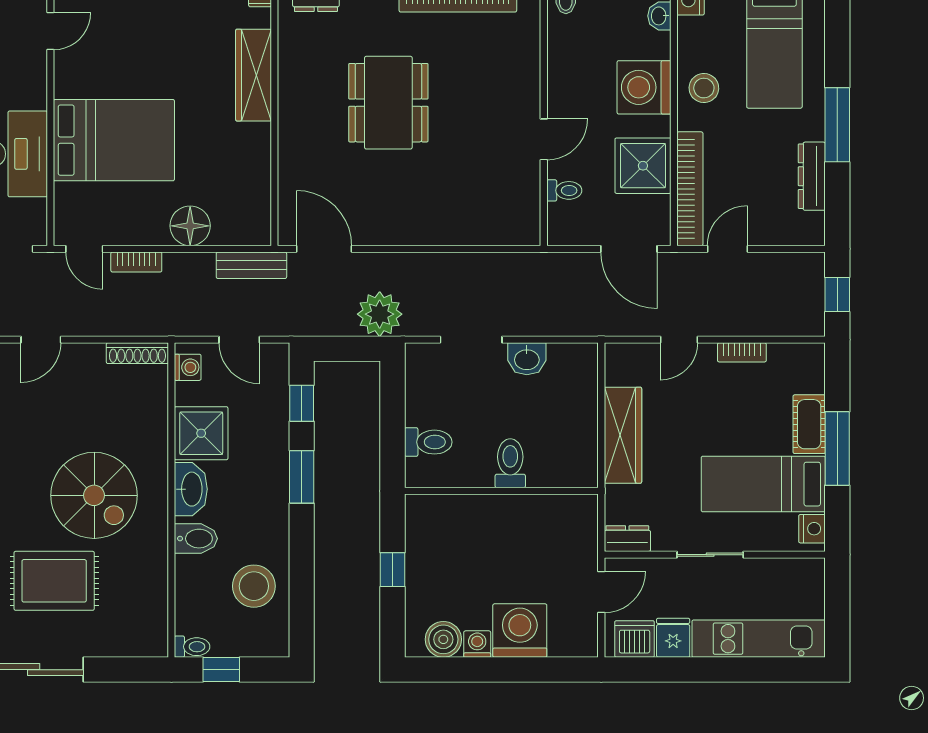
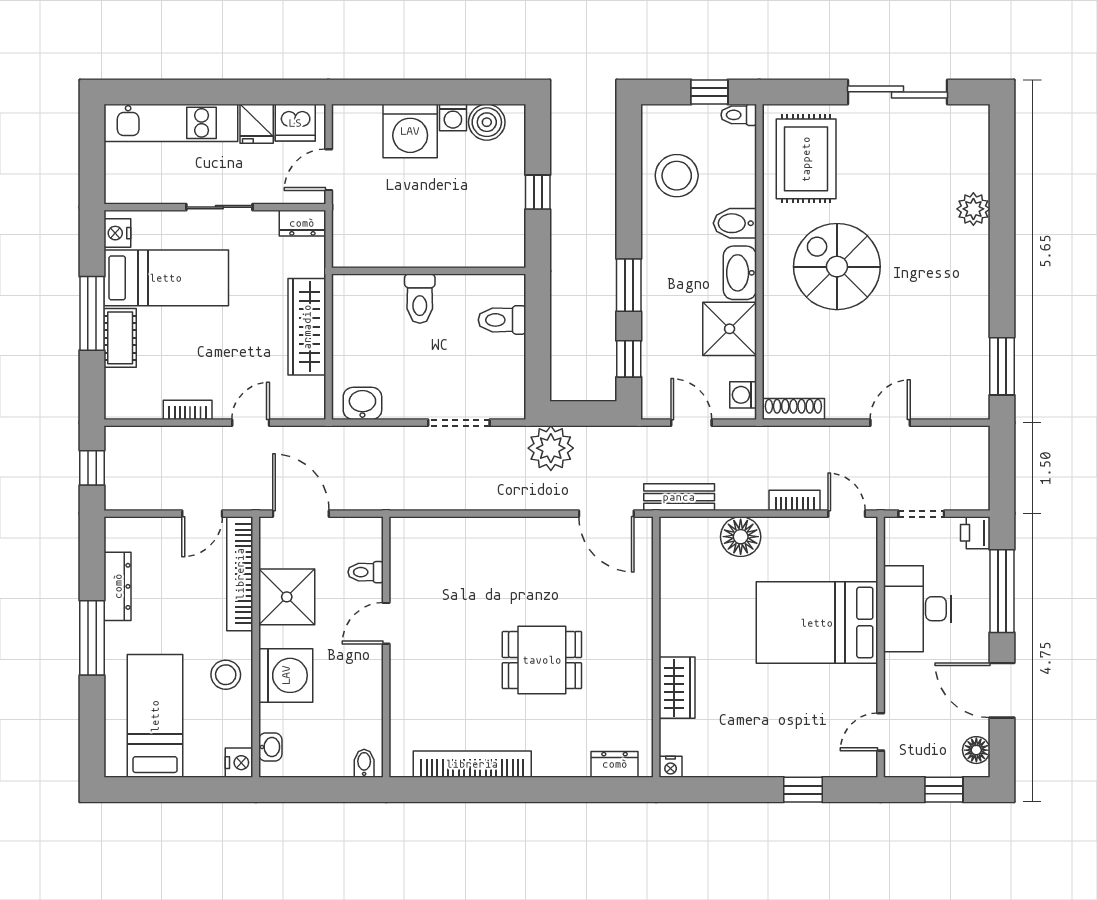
wardrobe: (254, 75) -> (677, 688), width x0.67
dining table: (388, 103) -> (542, 660), width x0.73
washbasin: (527, 359) -> (362, 403), moved
rug: (54, 581) -> (806, 159), moved, turned 90

